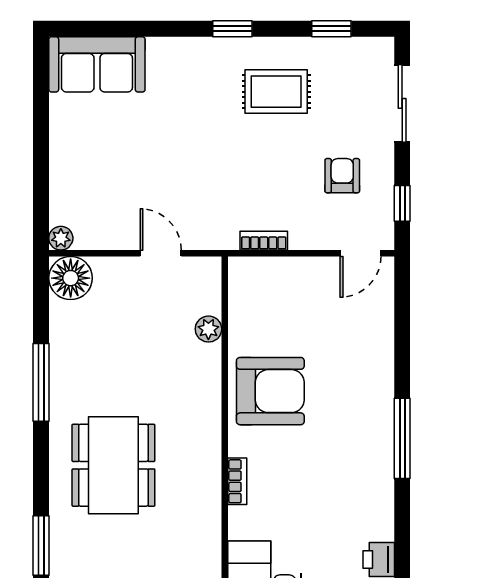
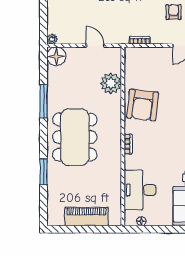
plant: (208, 329) -> (111, 83), width x1.88, depth x1.88
armchair: (270, 391) -> (142, 105), turned 97
dining table: (113, 465) -> (75, 137), width x1.36, depth x1.24

